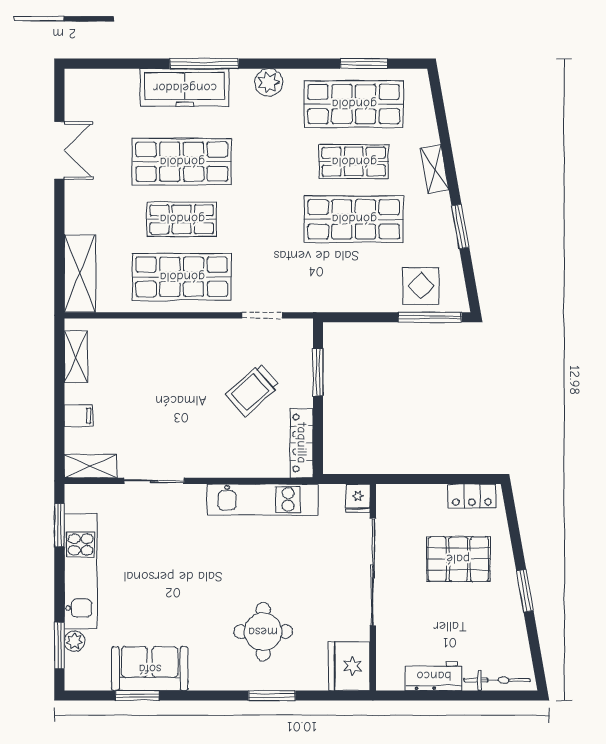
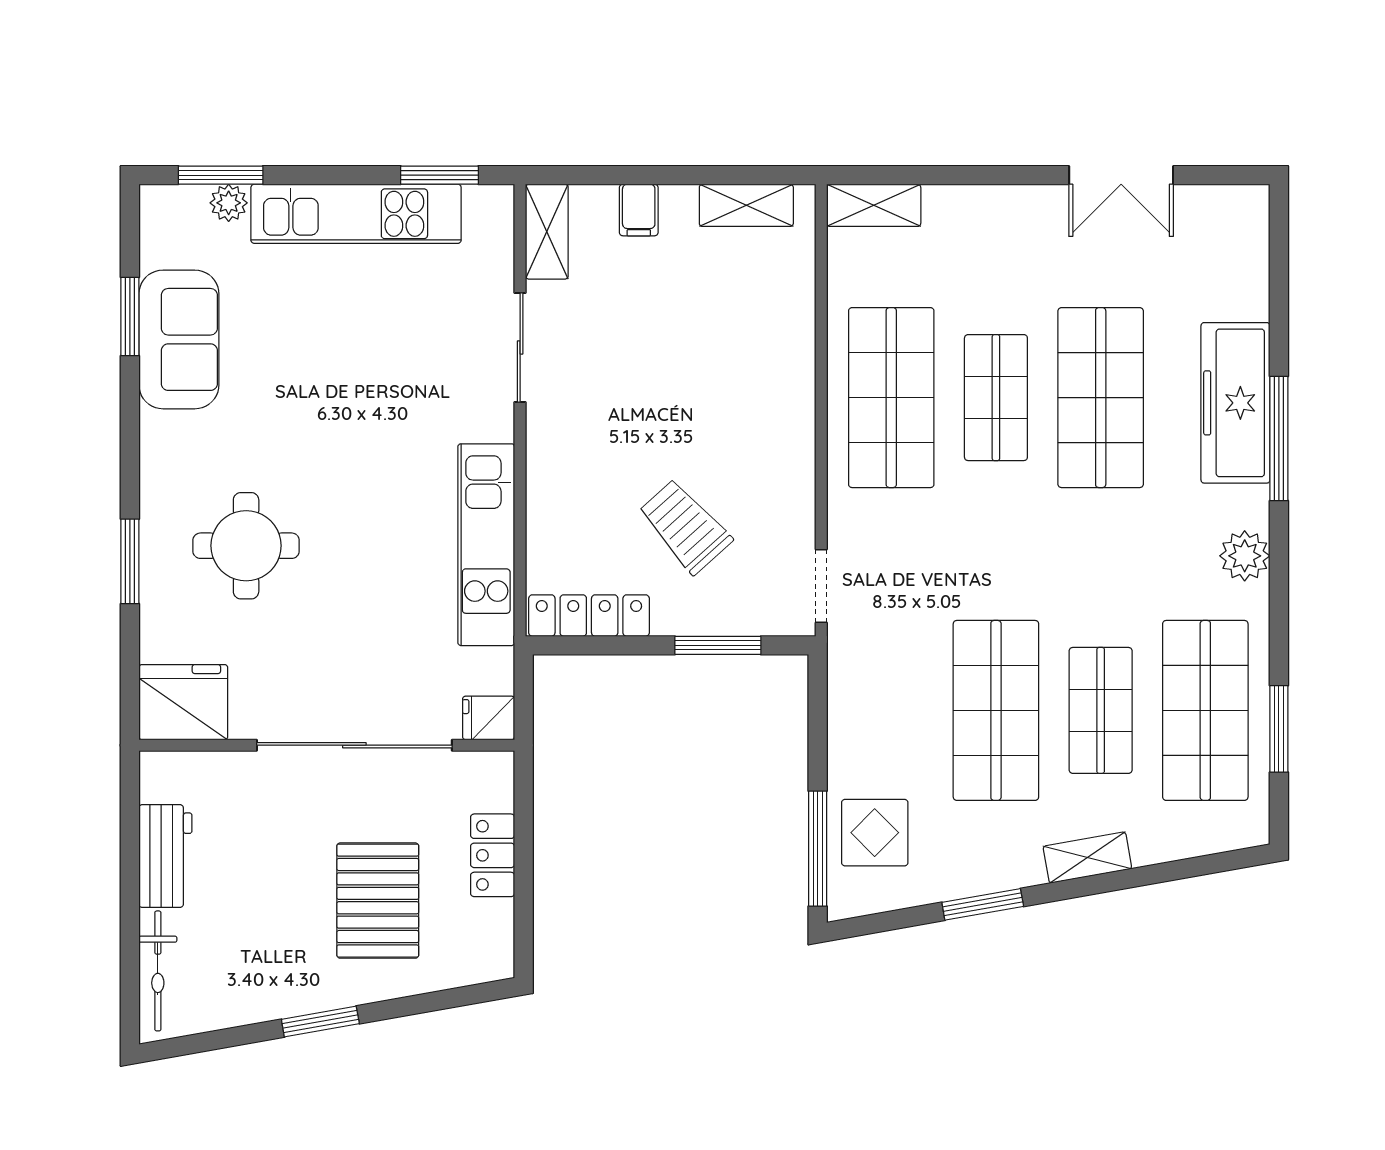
shelving: (80, 274) -> (874, 205), width x0.67, depth x0.75
doorway: (262, 315) -> (821, 586), moved
locker: (472, 496) -> (493, 855), moved

